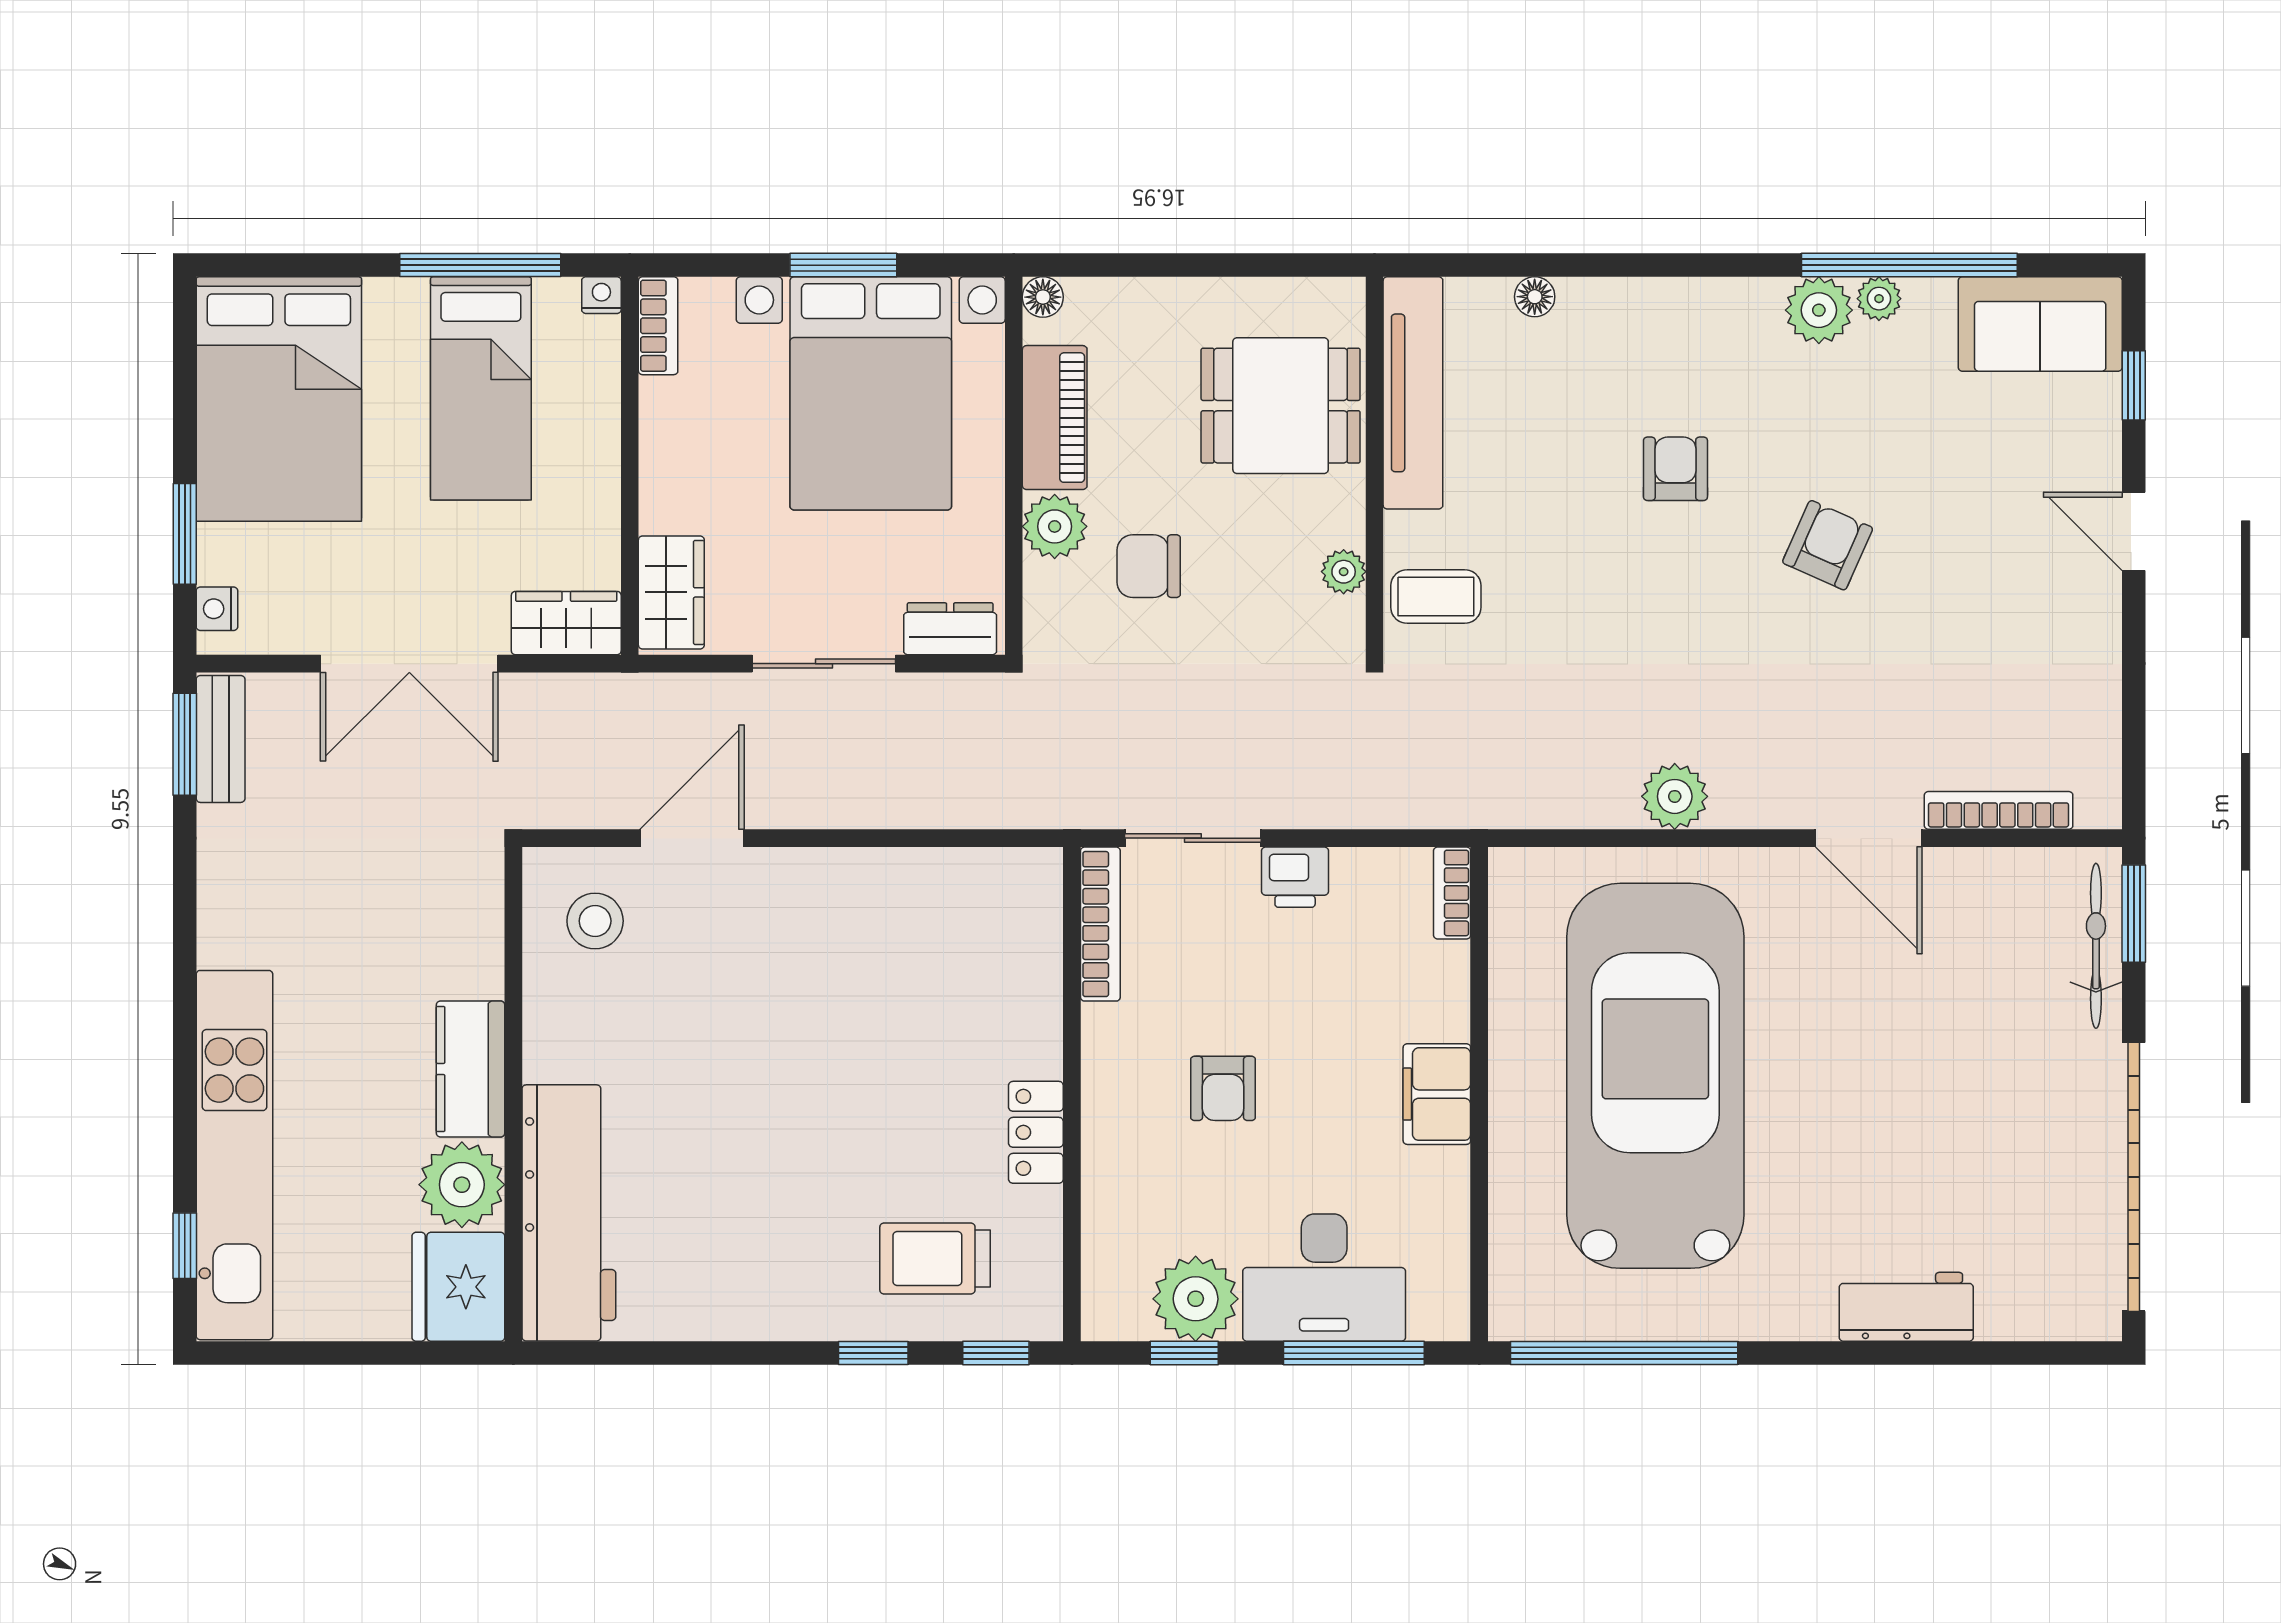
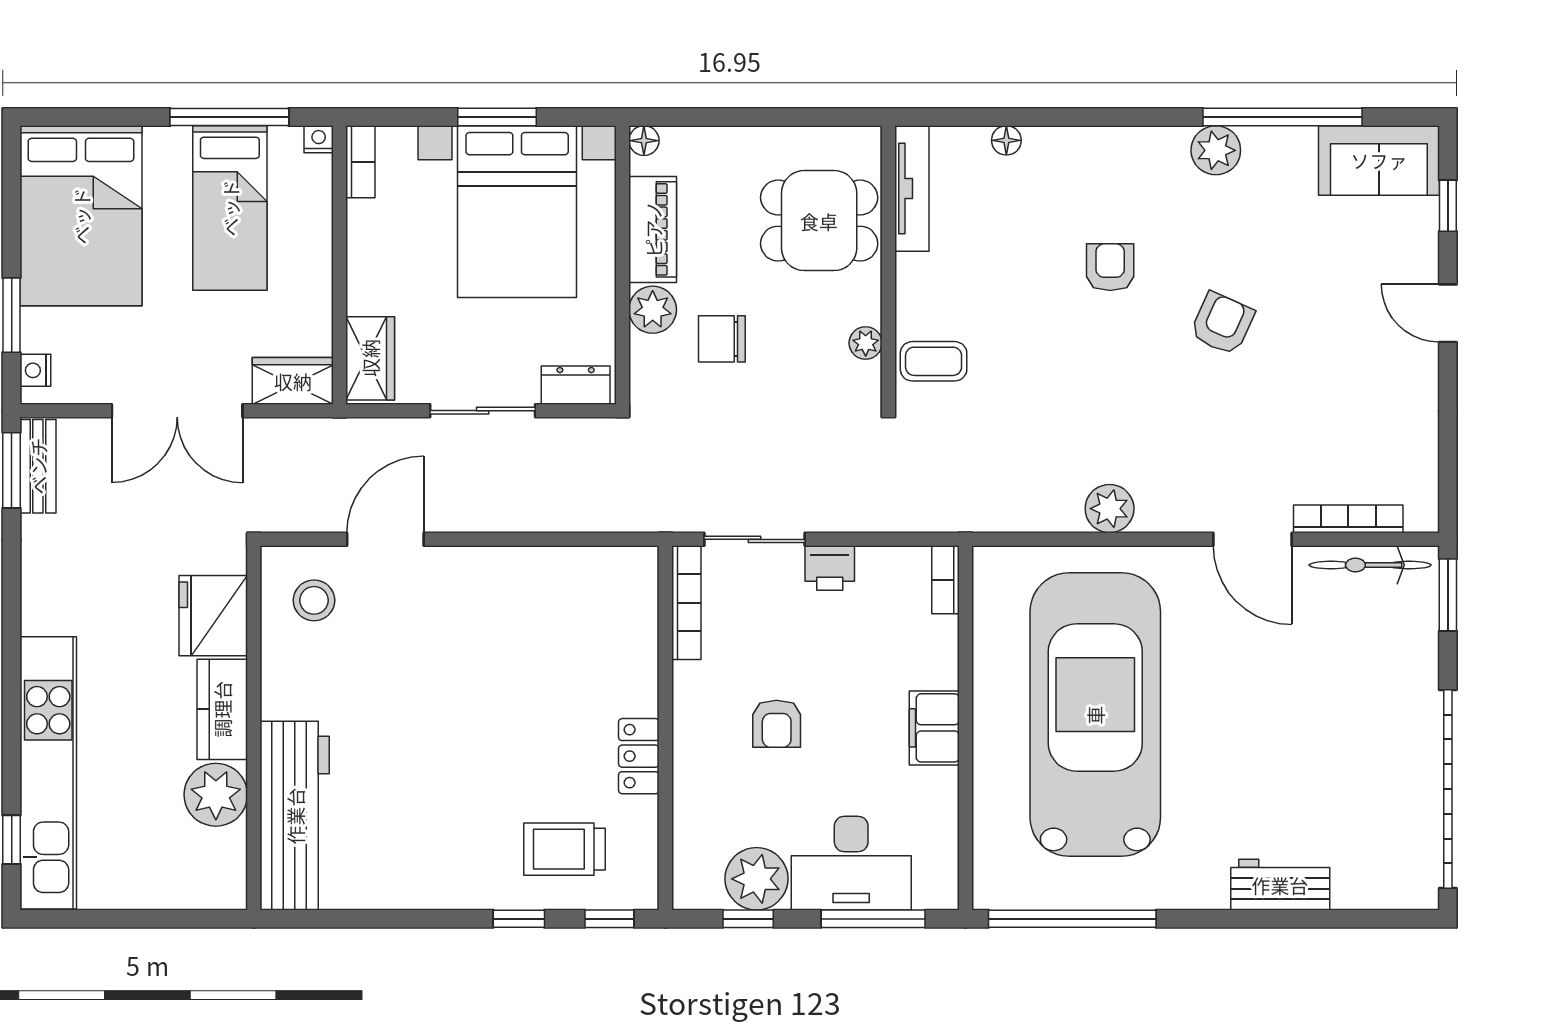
plant: (1879, 299) -> (1260, 142), removed
tv unit: (1413, 393) -> (912, 188), width x0.73, depth x0.78
bicycle: (2096, 946) -> (1370, 565), moved, turned -90
fridge: (458, 1287) -> (213, 616), moved

